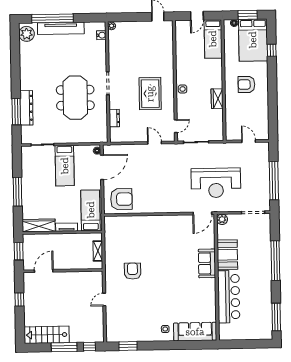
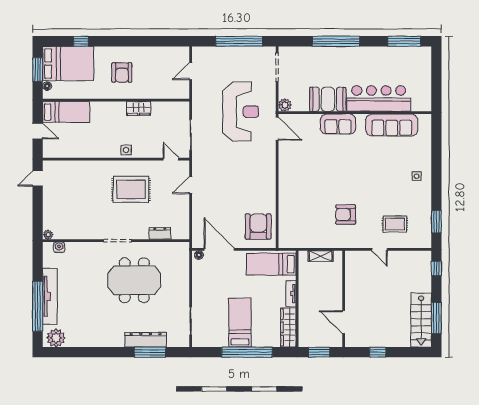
bed: (65, 166) -> (240, 323), moved, turned -90
window: (18, 192) -> (247, 352), width x1.46
rug: (125, 312) -> (395, 224), added
sofa: (195, 332) -> (392, 125), moved, turned -90
window: (64, 347) -> (436, 318), moved

